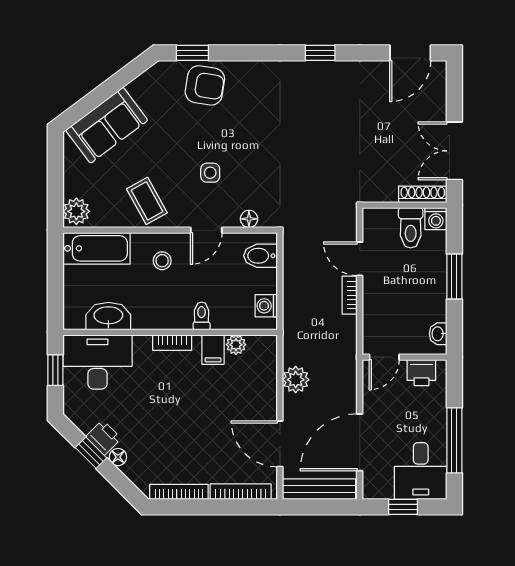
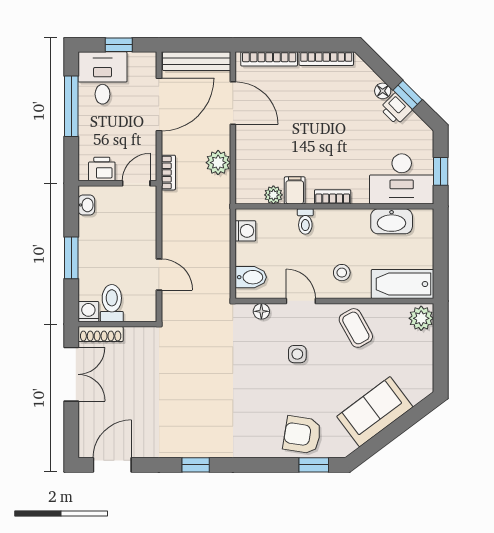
sofa: (107, 125) -> (375, 412), moved
door: (206, 230) -> (301, 301), hinge flipped
bookcase: (350, 295) -> (168, 173), moved

